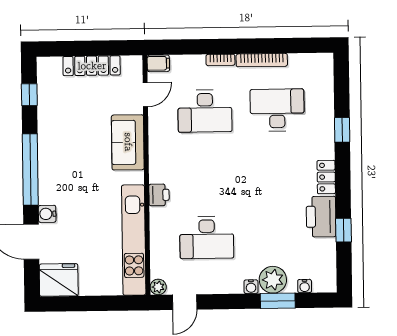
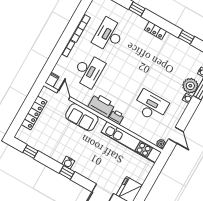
window: (30, 169) -> (67, 173), width x0.32
water cooler: (47, 214) -> (68, 163), moved
printer: (321, 217) -> (102, 106), moved, turned 180
desk: (207, 237) -> (151, 106), turned -90

